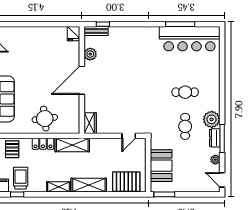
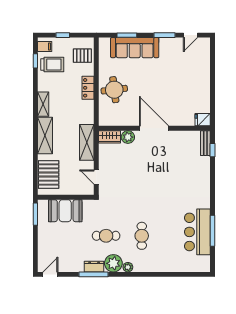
bar counter: (189, 39) -> (197, 232), width x0.73
plant: (90, 54) -> (128, 137), moved
shelving: (72, 145) -> (87, 142), moved
plant: (215, 160) -> (128, 267), moved

